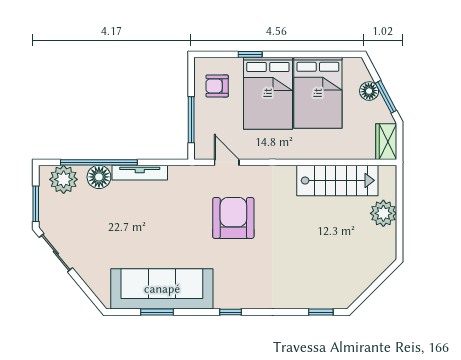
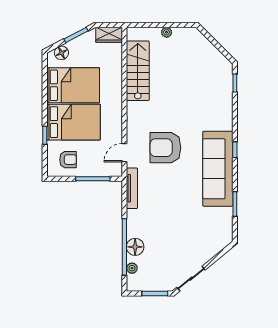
armchair: (217, 86) -> (68, 160), turned -90
floor lamp: (369, 91) -> (61, 53), moved
tv unit: (140, 173) -> (132, 188), moved
plant: (64, 179) -> (132, 268), width x0.53, depth x0.53
plant: (383, 213) -> (167, 32), width x0.53, depth x0.53
sofa: (162, 289) -> (218, 169), moved

